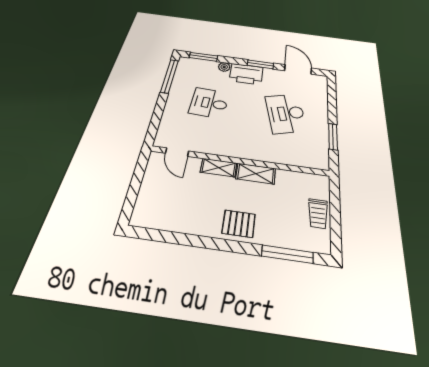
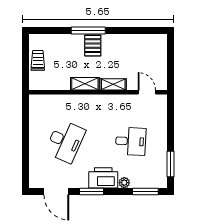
window: (170, 76) -> (170, 164), width x0.69
desk: (286, 113) -> (65, 141), turned 39
window: (333, 137) -> (25, 125), removed
pallet: (239, 224) -> (93, 46), turned 90
window: (287, 254) -> (88, 31), moved

